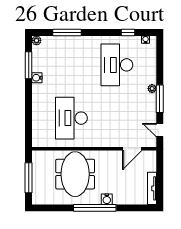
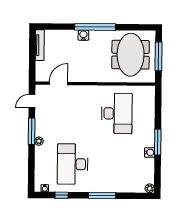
window: (67, 33) -> (102, 196), moved
window: (29, 65) -> (158, 142), moved
desk: (117, 65) -> (73, 164), turned 180
door: (160, 130) -> (32, 101), swing flipped
meeting table: (75, 174) -> (131, 55), moved

